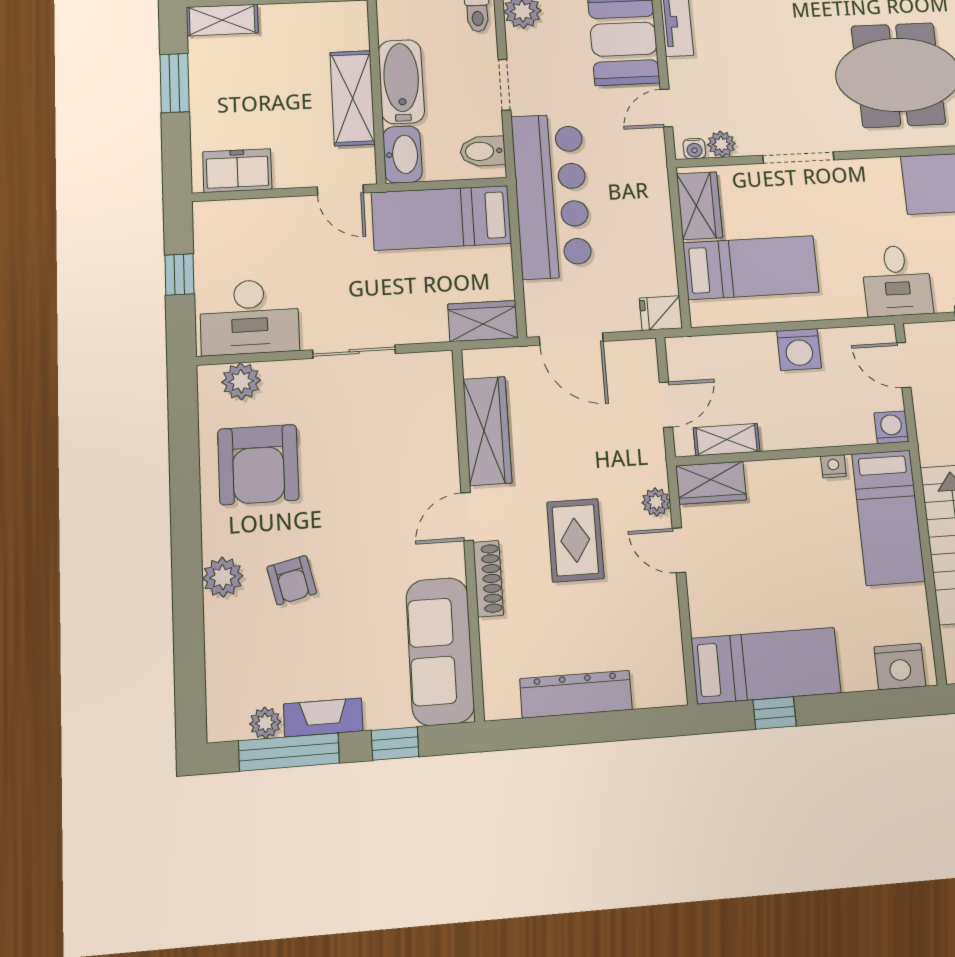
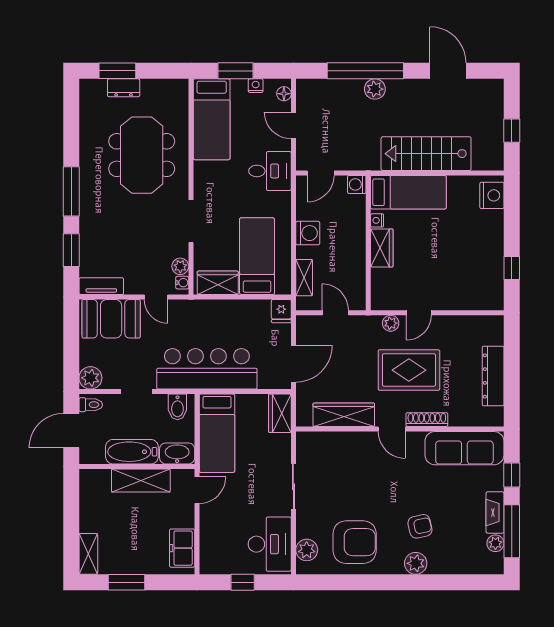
shelving: (727, 440) -> (304, 278), moved
wardrobe: (711, 483) -> (382, 248), moved
rug: (575, 540) -> (409, 370), width x1.36, depth x1.43
bed: (766, 666) -> (486, 270), removed

